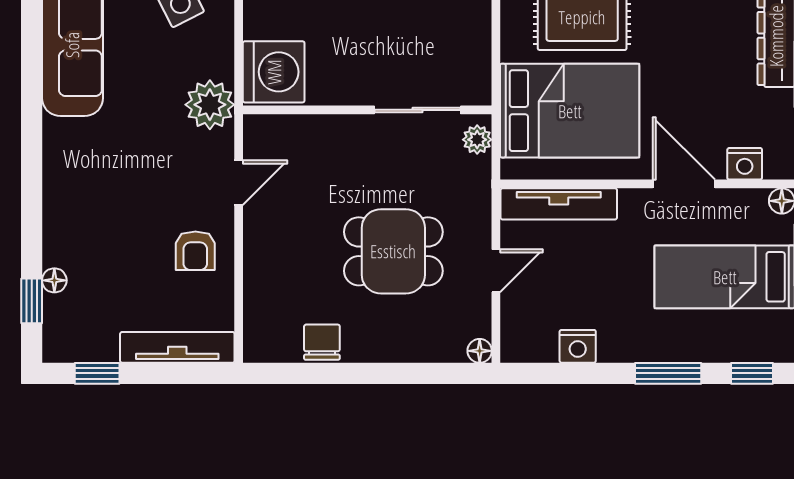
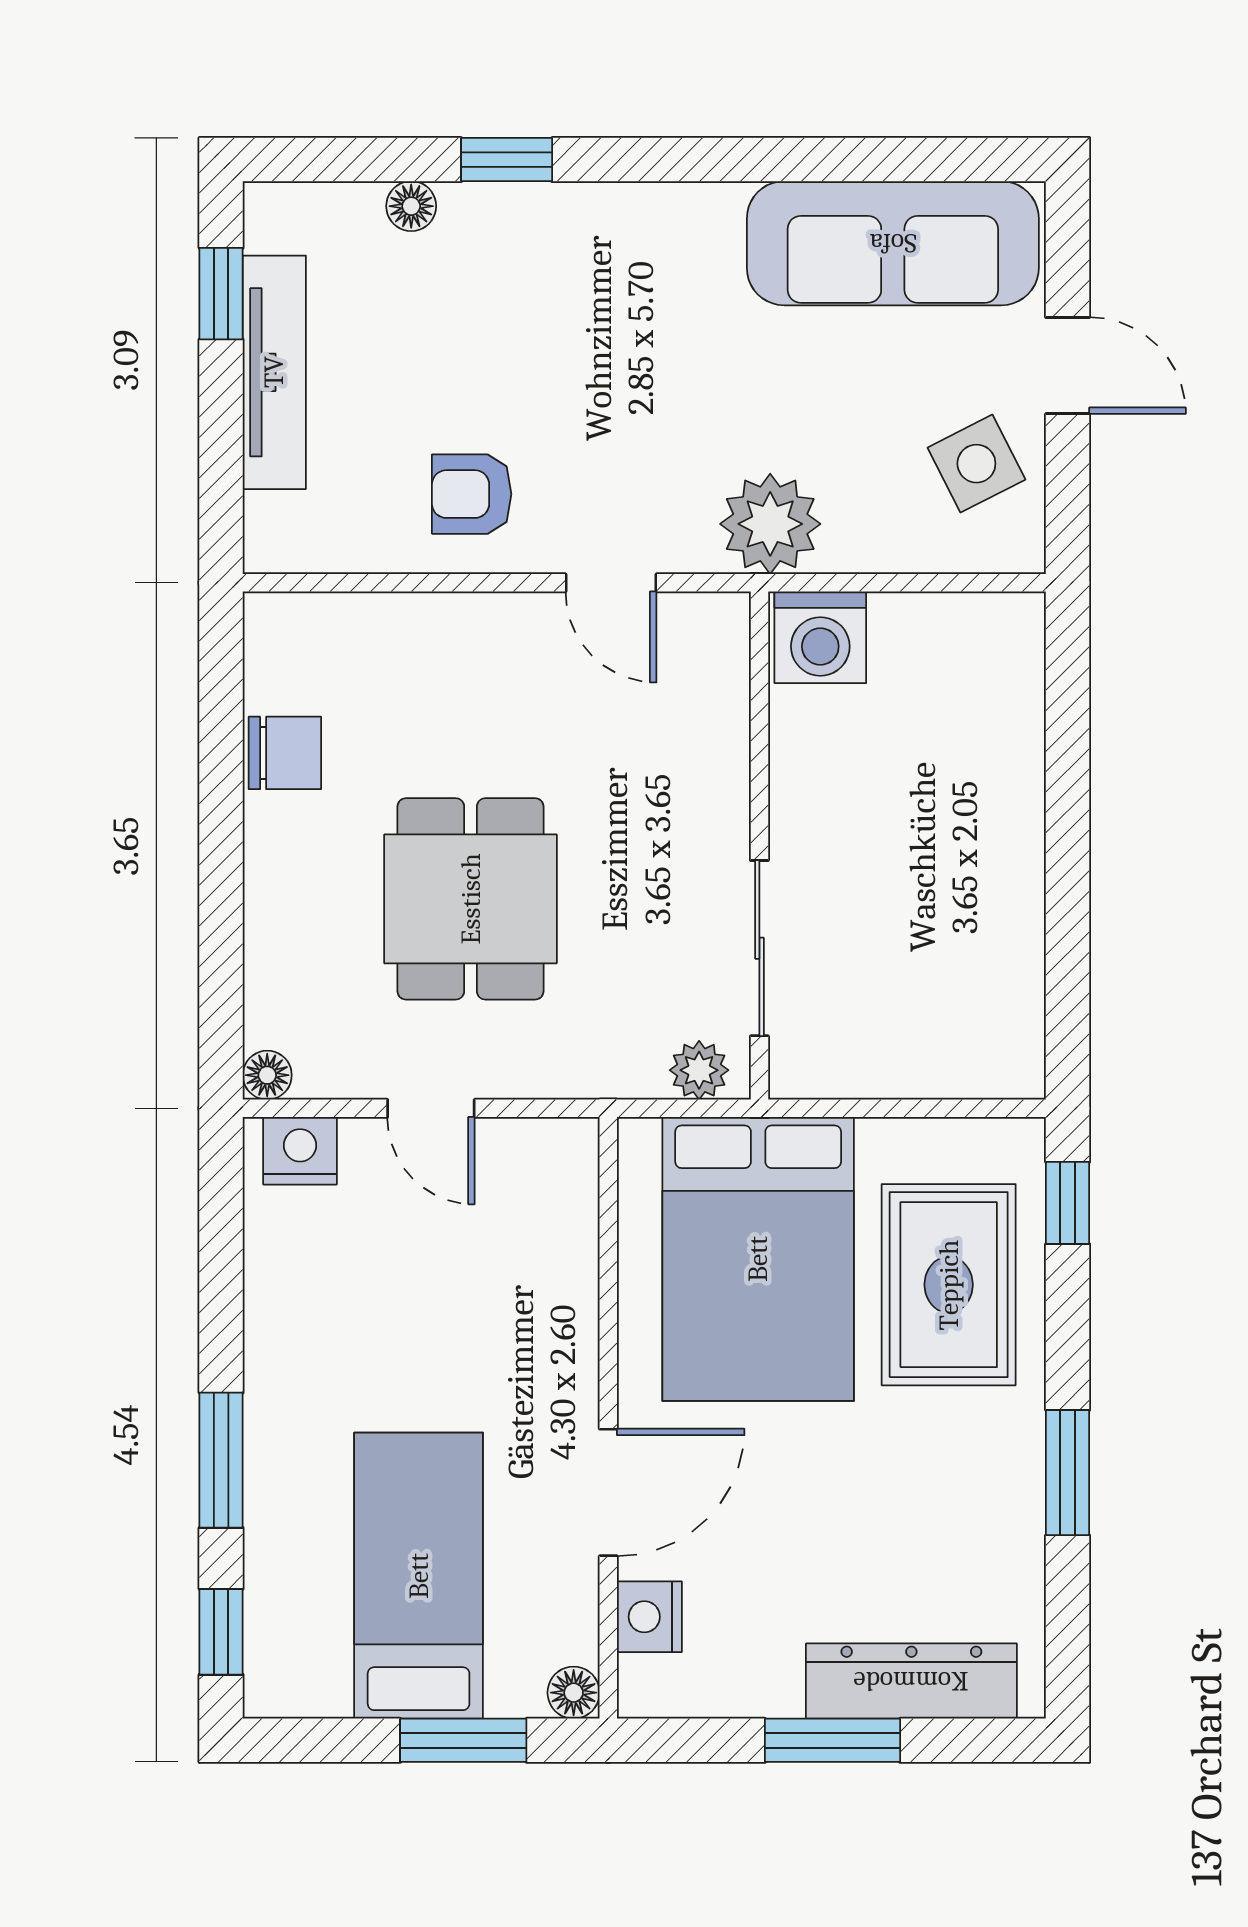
washing machine: (274, 72) -> (820, 637), width x0.73, depth x0.73
tv unit: (559, 204) -> (567, 1237), removed
window: (32, 301) -> (507, 160), moved
nightstand: (578, 346) -> (300, 1151), moved, turned 90
tv unit: (177, 347) -> (274, 372), moved

